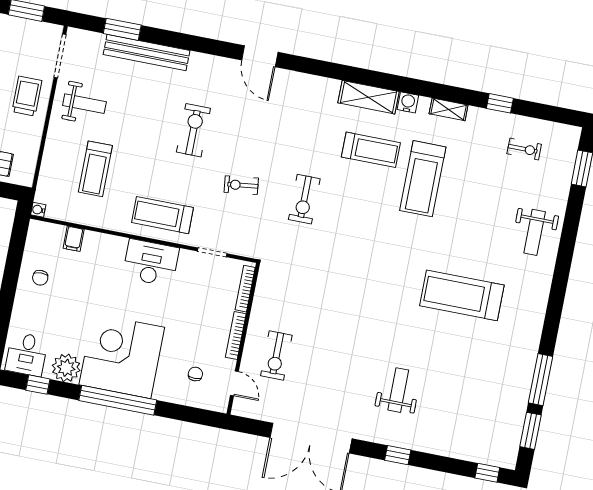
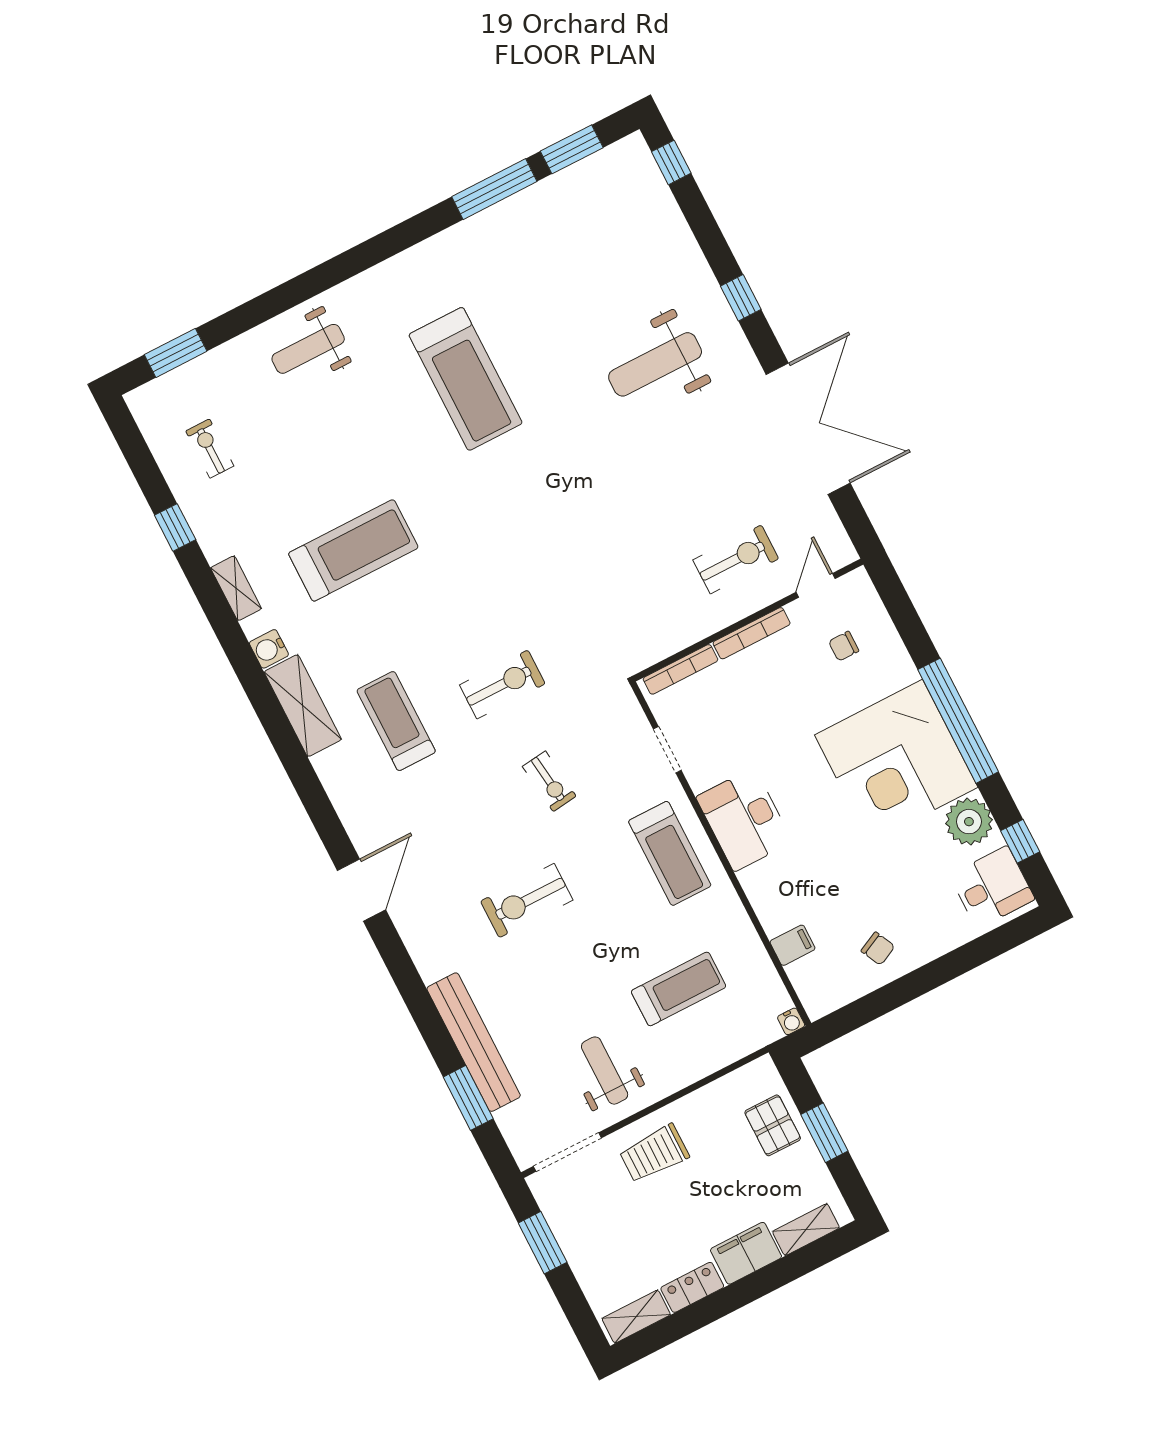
treadmill: (371, 150) -> (396, 721), moved
weight bench: (535, 232) -> (308, 349), turned 180
chair: (40, 278) -> (878, 949), turned 66
weight bench: (398, 390) -> (655, 364), width x1.36, depth x1.33

